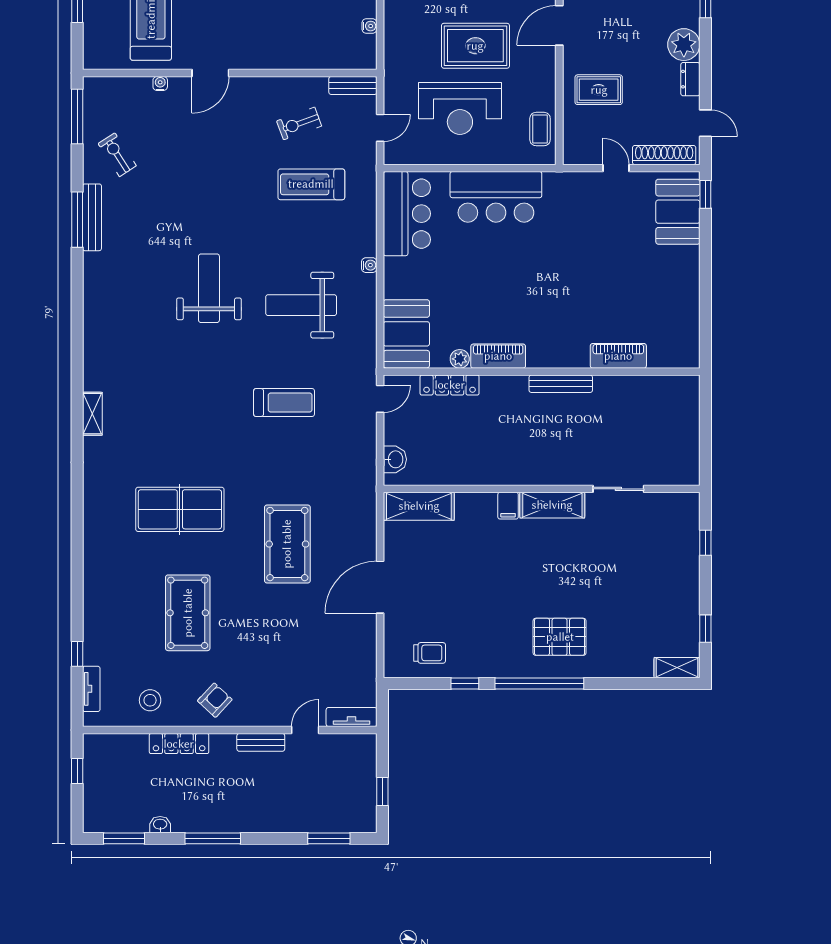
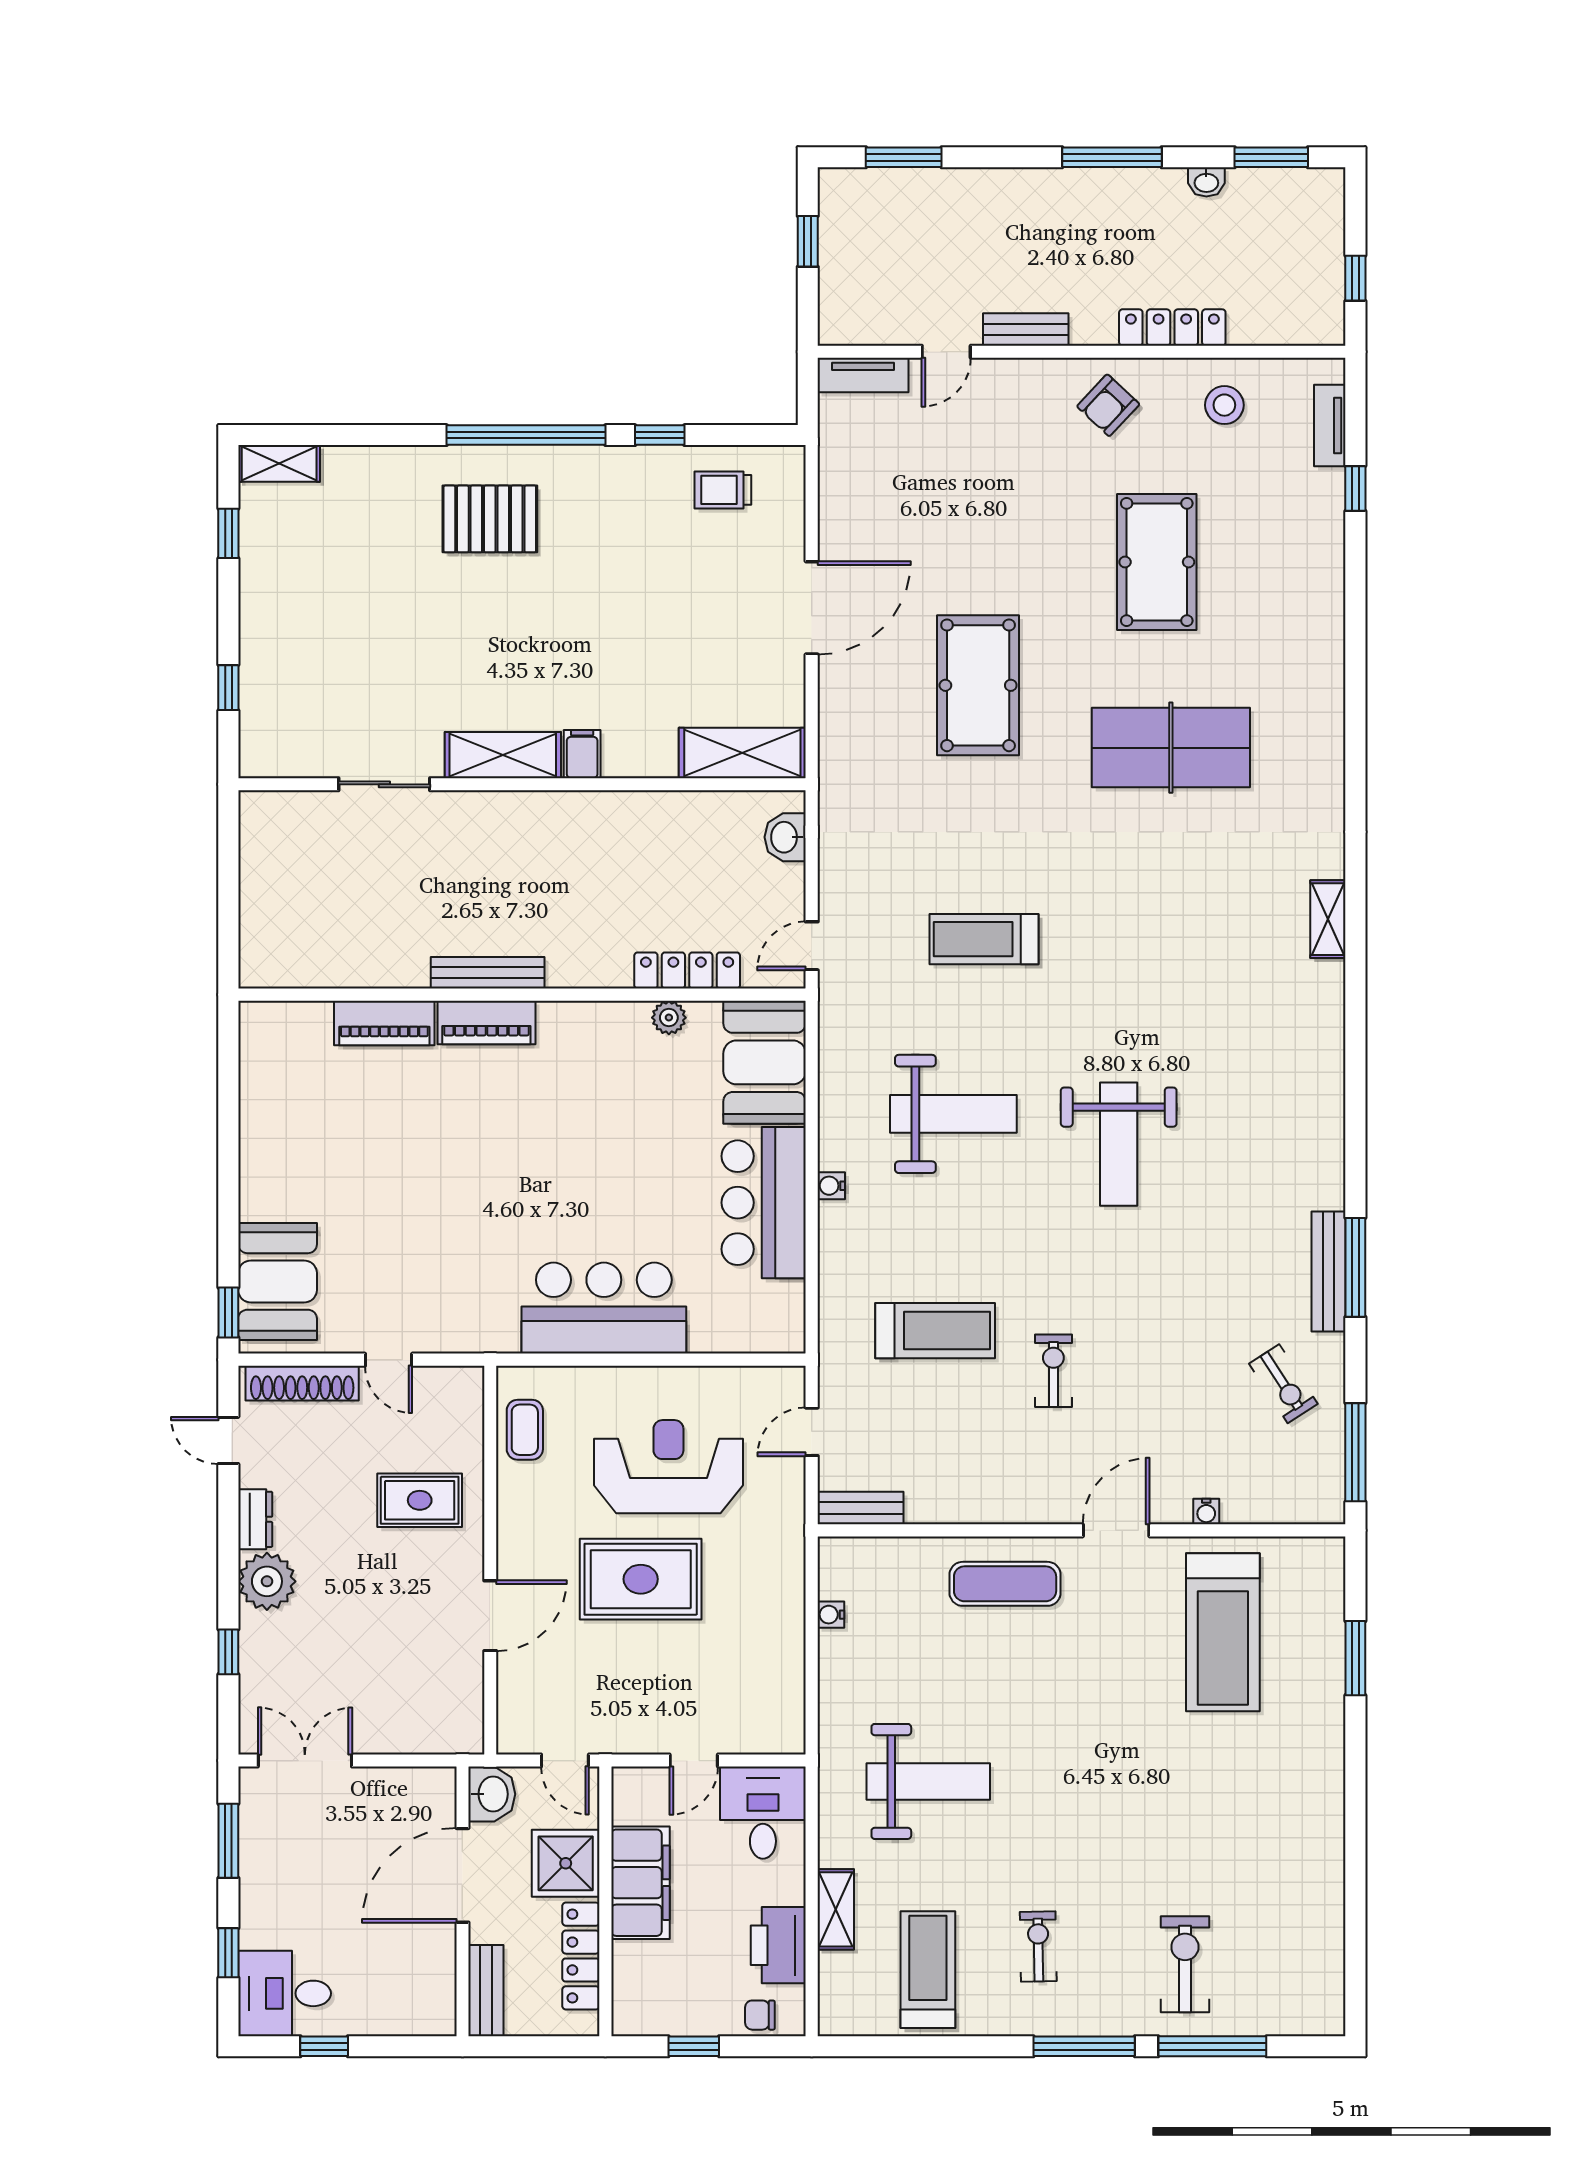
exercise mat: (272, 43) -> (1005, 1584), added
exercise bike: (299, 124) -> (1053, 1371), moved, turned -70
bar counter: (407, 214) -> (764, 1203), moved
piano: (498, 356) -> (486, 1022), moved

